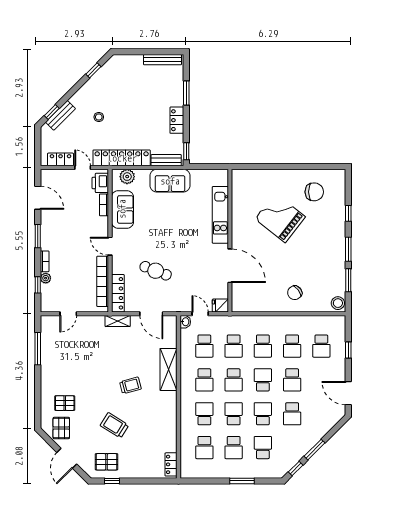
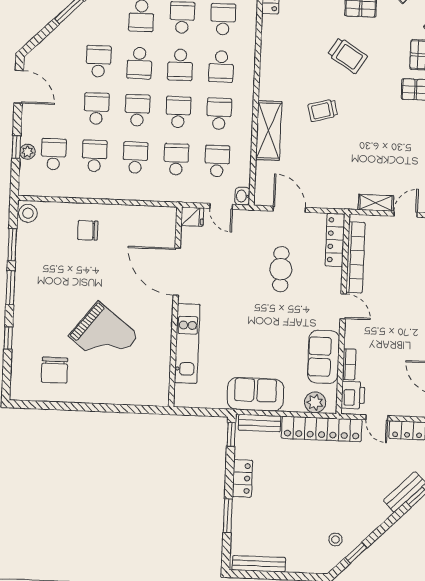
stool: (99, 117) -> (336, 539), moved
chair: (314, 192) -> (55, 370), turned -90
cafe table: (156, 271) -> (281, 269), turned 69
chair: (295, 293) -> (88, 230), turned -143
shelving: (118, 321) -> (376, 203), moved
plant: (340, 347) -> (27, 152), added
school desk: (263, 380) -> (137, 110), turned 180

